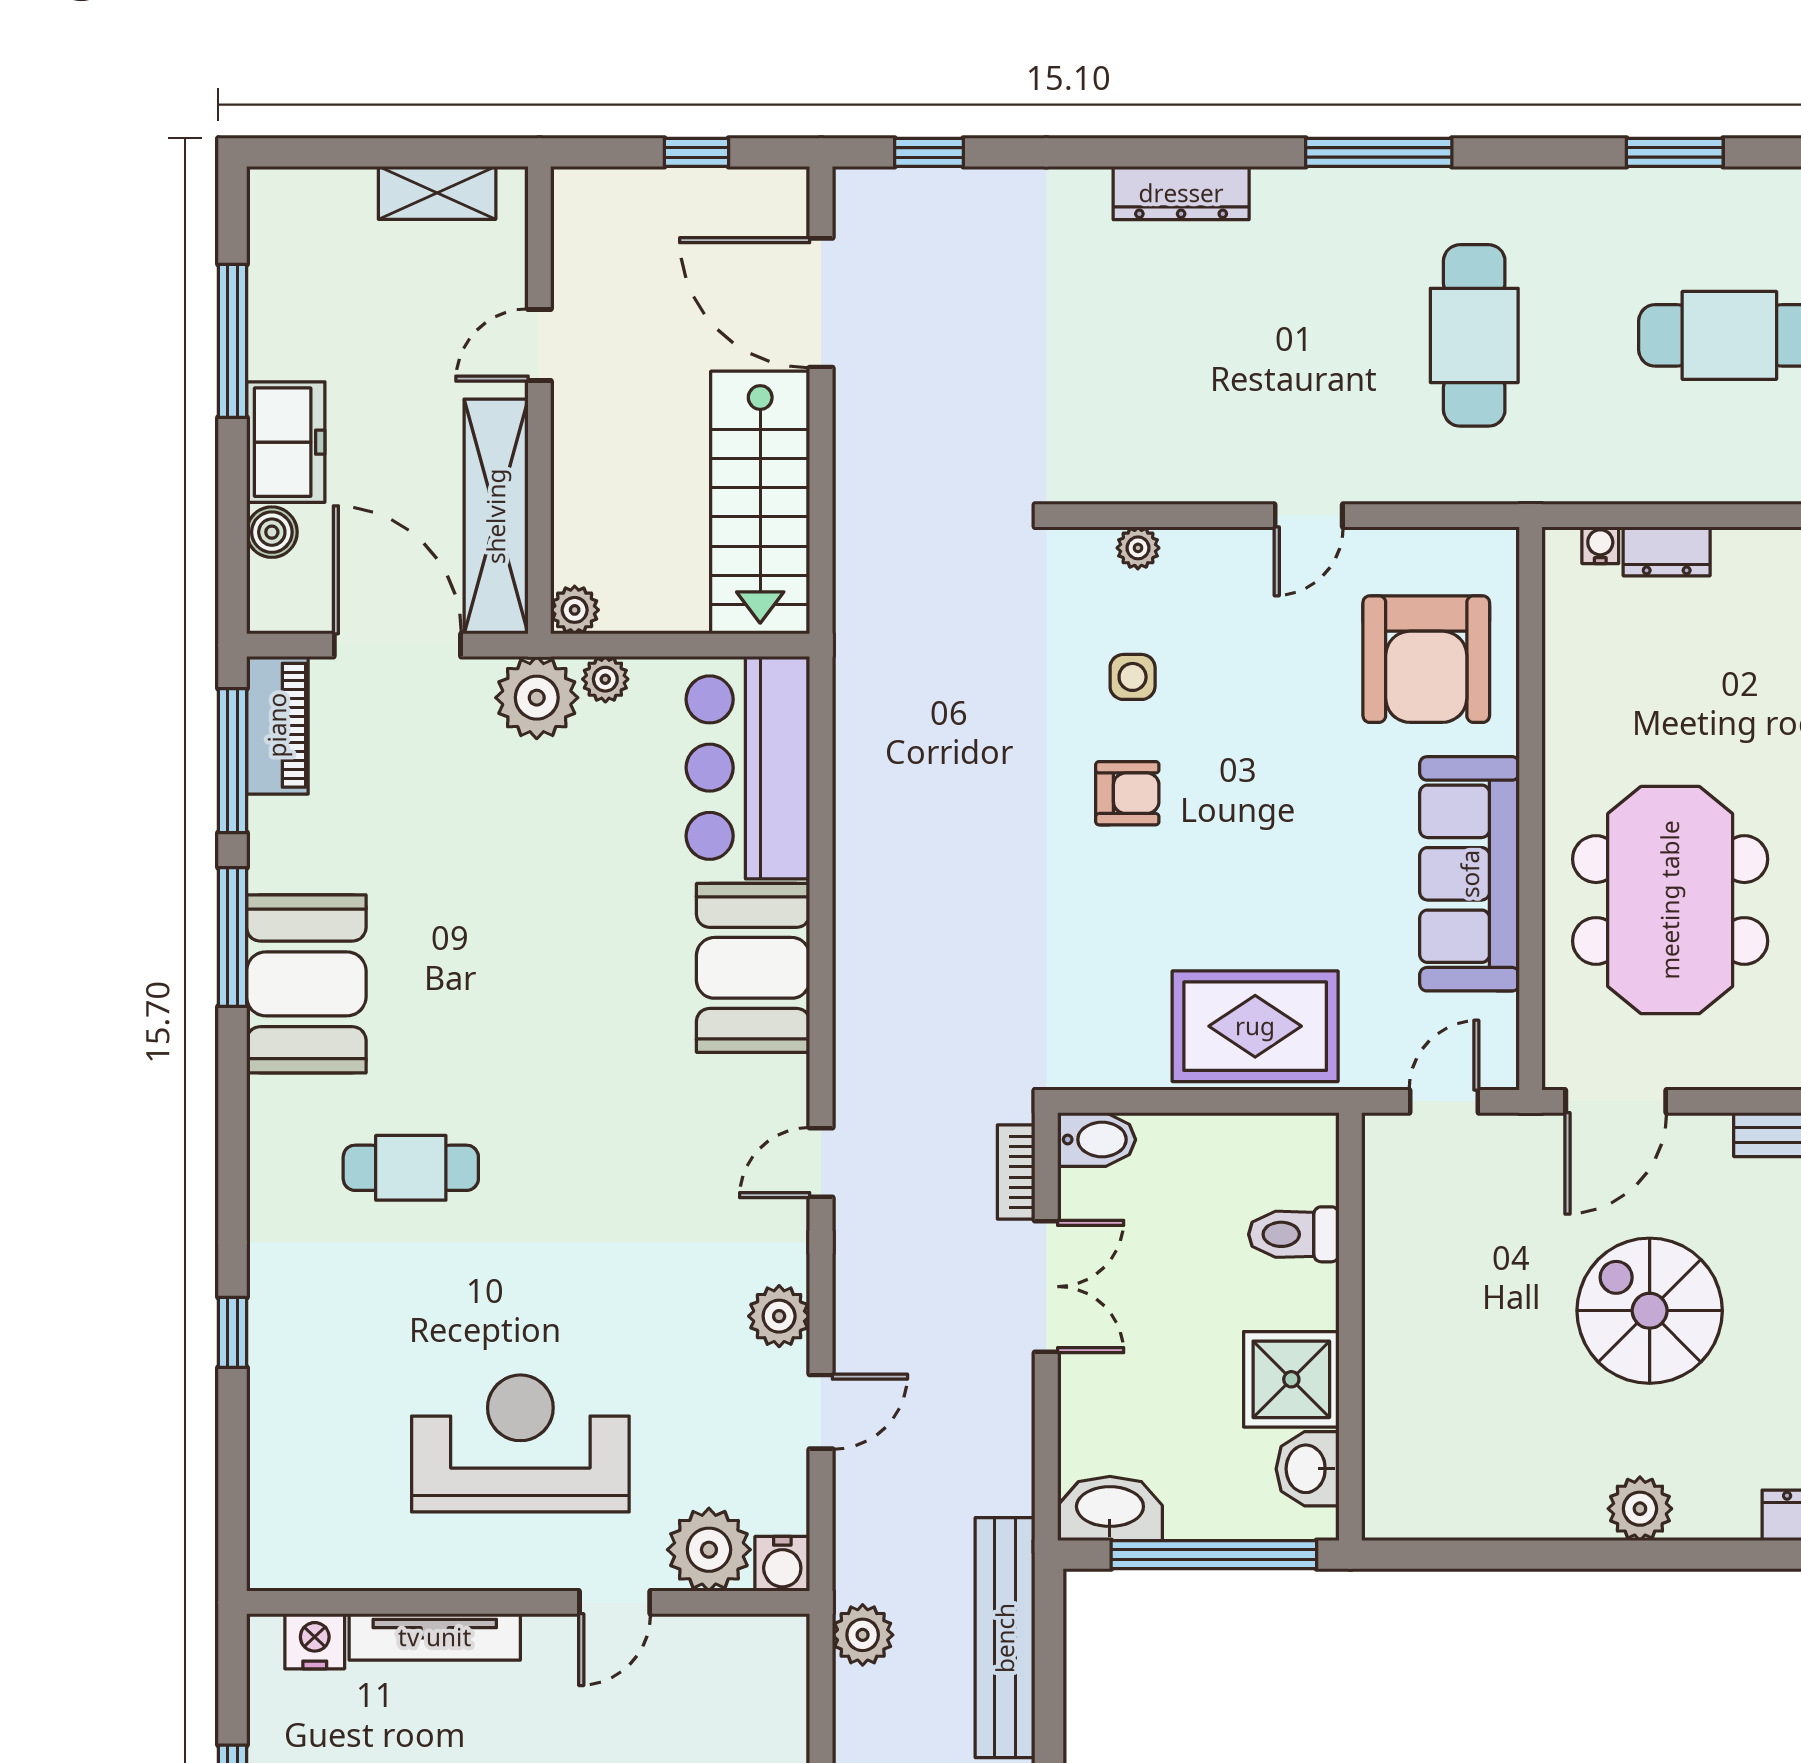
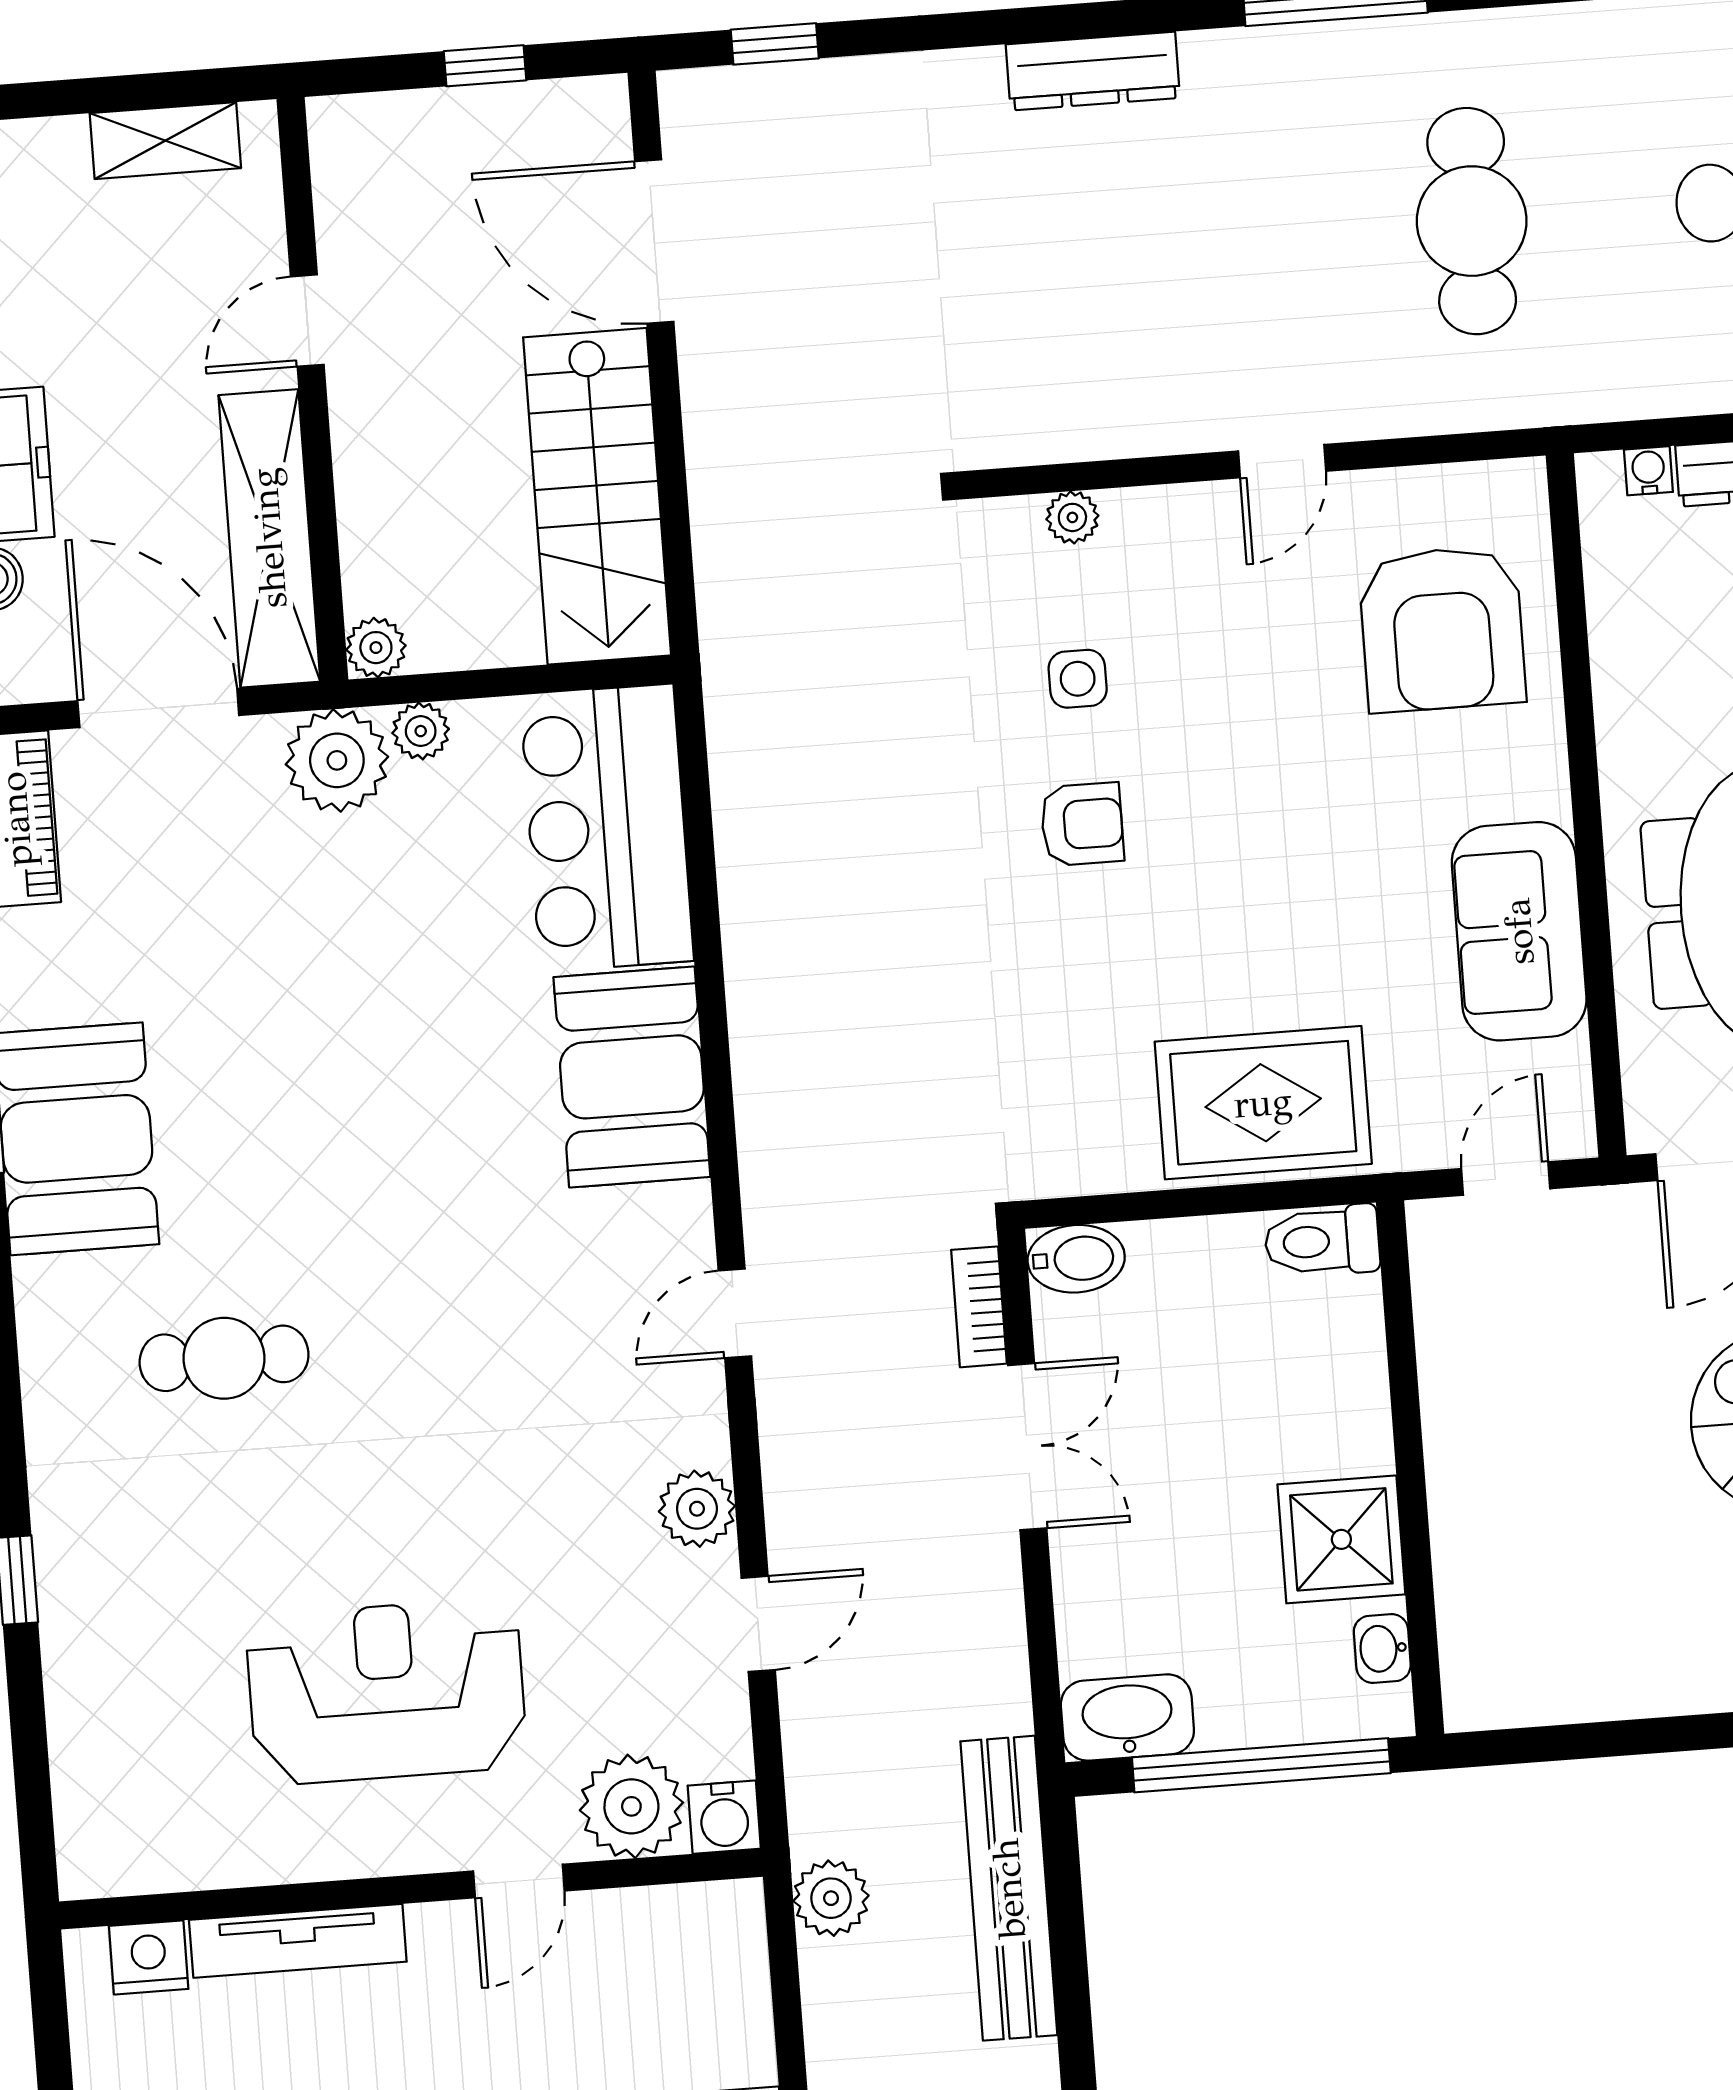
sofa: (1470, 874) -> (1519, 931), width x0.73
toilet: (1294, 1234) -> (1322, 1241), moved
washbasin: (1308, 1469) -> (1382, 1648), width x0.72, depth x0.69

